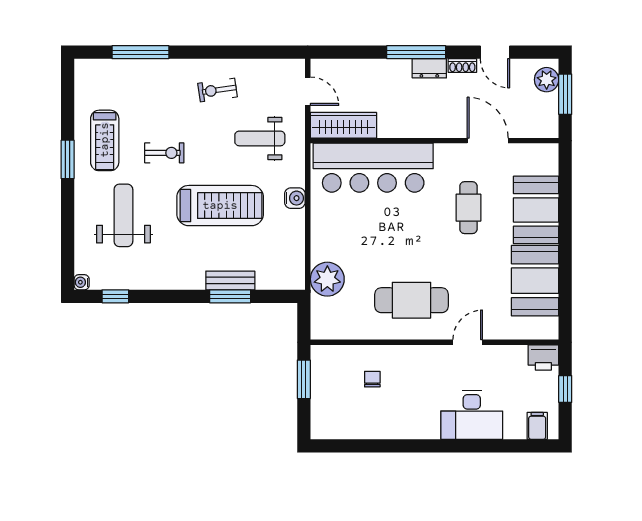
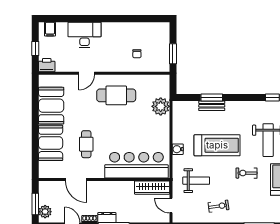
treadmill: (220, 206) -> (217, 145), turned 180

